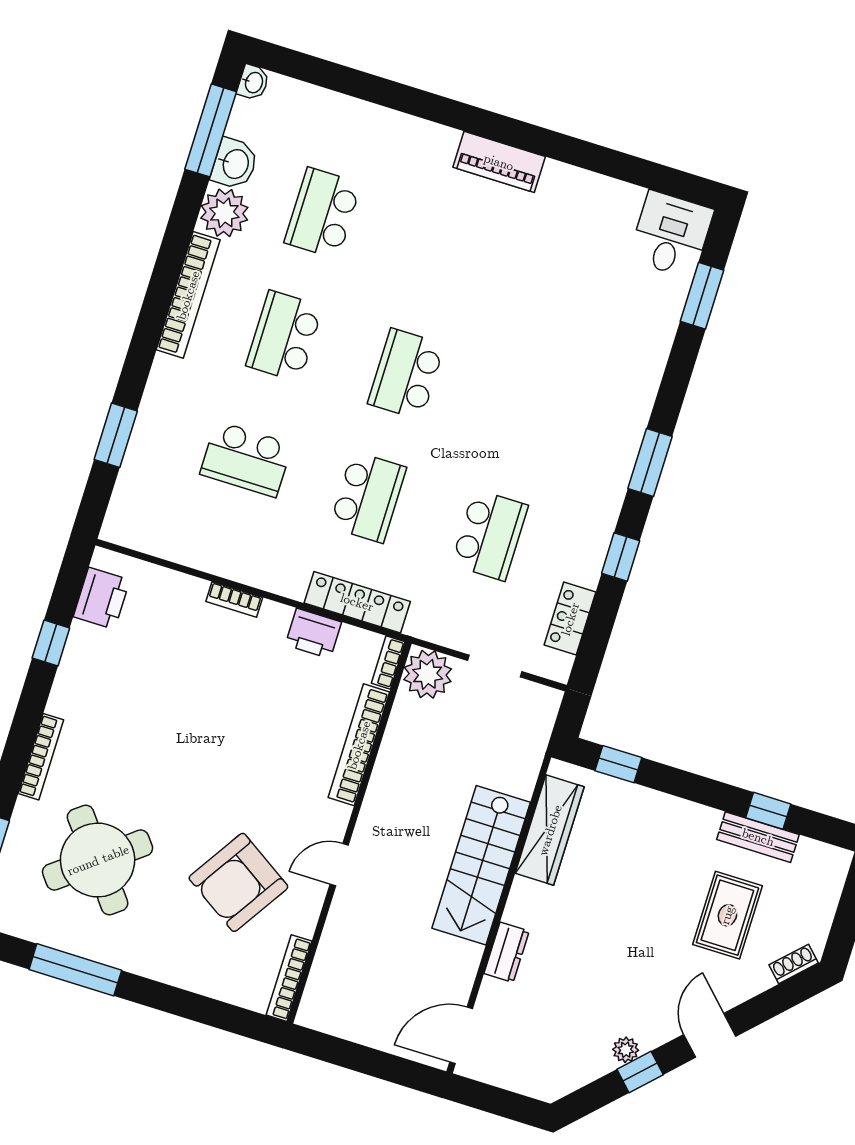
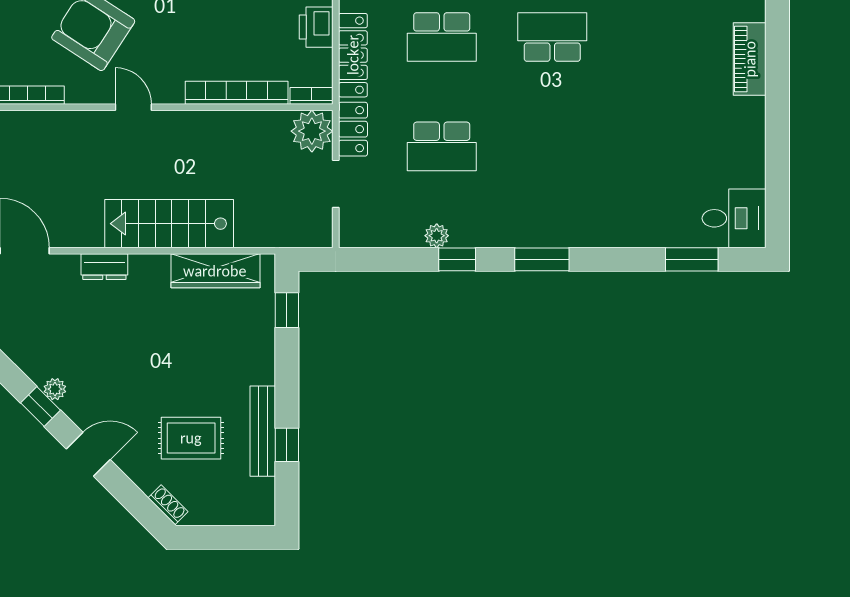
plant: (587, 572) -> (437, 236), added
locker: (570, 619) -> (353, 129), moved, turned 90
bench: (758, 837) -> (263, 431), width x1.36

